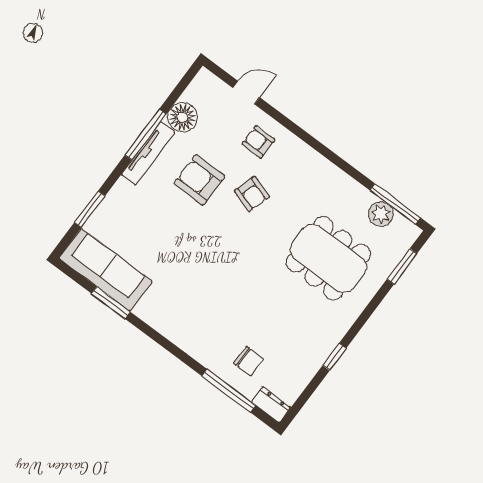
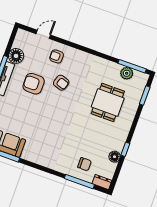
dining table: (328, 258) -> (108, 102), width x0.73
floor lamp: (310, 364) -> (115, 157), added

